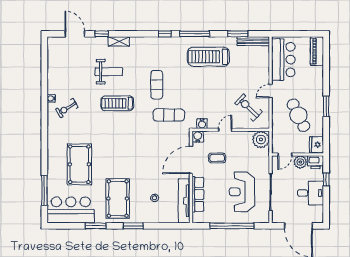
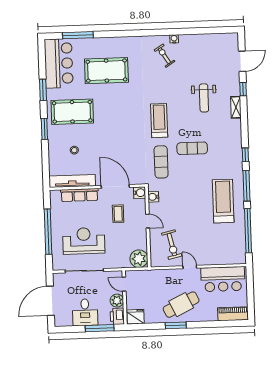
window: (238, 34) -> (248, 231), width x2.11
bench: (253, 41) -> (241, 247), removed
treadmill: (117, 103) -> (159, 121), moved
exercise bike: (249, 107) -> (172, 245), turned 123
cafe table: (298, 115) -> (181, 305), moved
window: (326, 179) -> (100, 328), width x2.17

